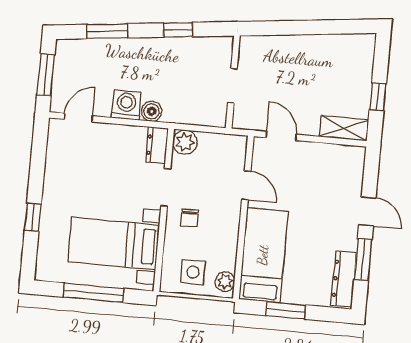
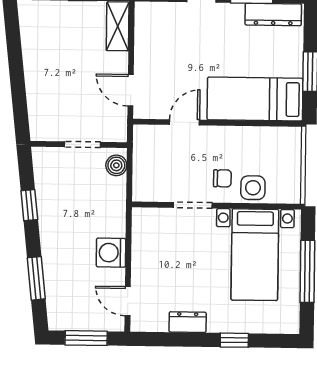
boiler: (152, 111) -> (116, 165), moved
door: (281, 136) -> (131, 90), hinge flipped
plant: (185, 142) -> (145, 189), removed
dresser: (157, 145) -> (188, 322), moved, turned 180
side table: (193, 272) -> (253, 188), moved
plant: (225, 282) -> (285, 137), removed

